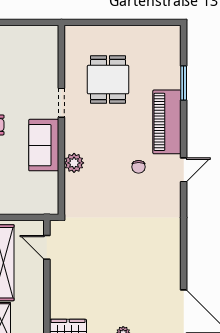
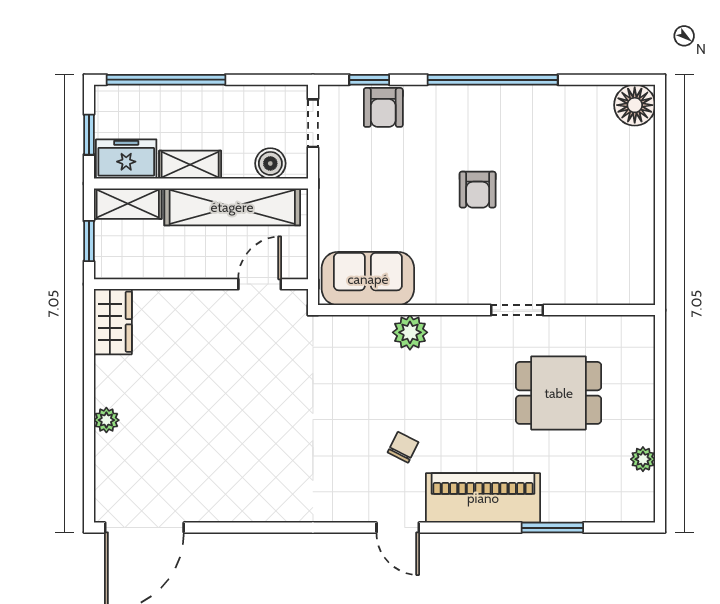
plant: (145, 32) -> (643, 459), added
sofa: (44, 145) -> (368, 279), moved
chair: (139, 167) -> (403, 447), turned 117

